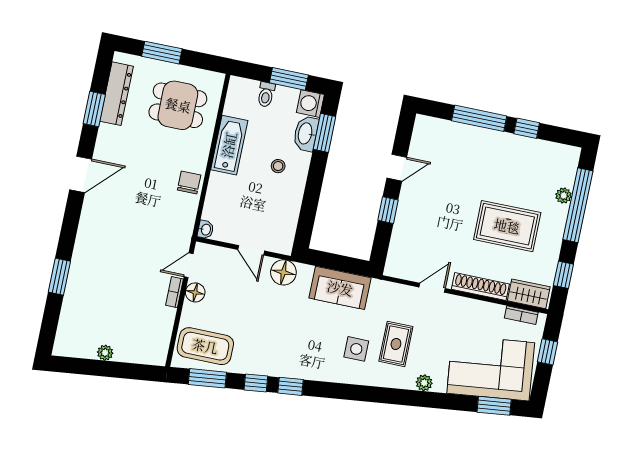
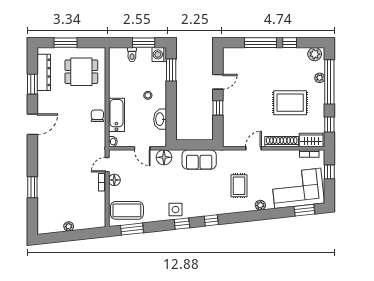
washbasin: (306, 134) -> (160, 119), moved
bathtub: (229, 145) -> (116, 115), moved
plant: (563, 155) -> (315, 54), added
side table: (356, 349) -> (176, 210), moved
window: (256, 383) -> (211, 220), moved

